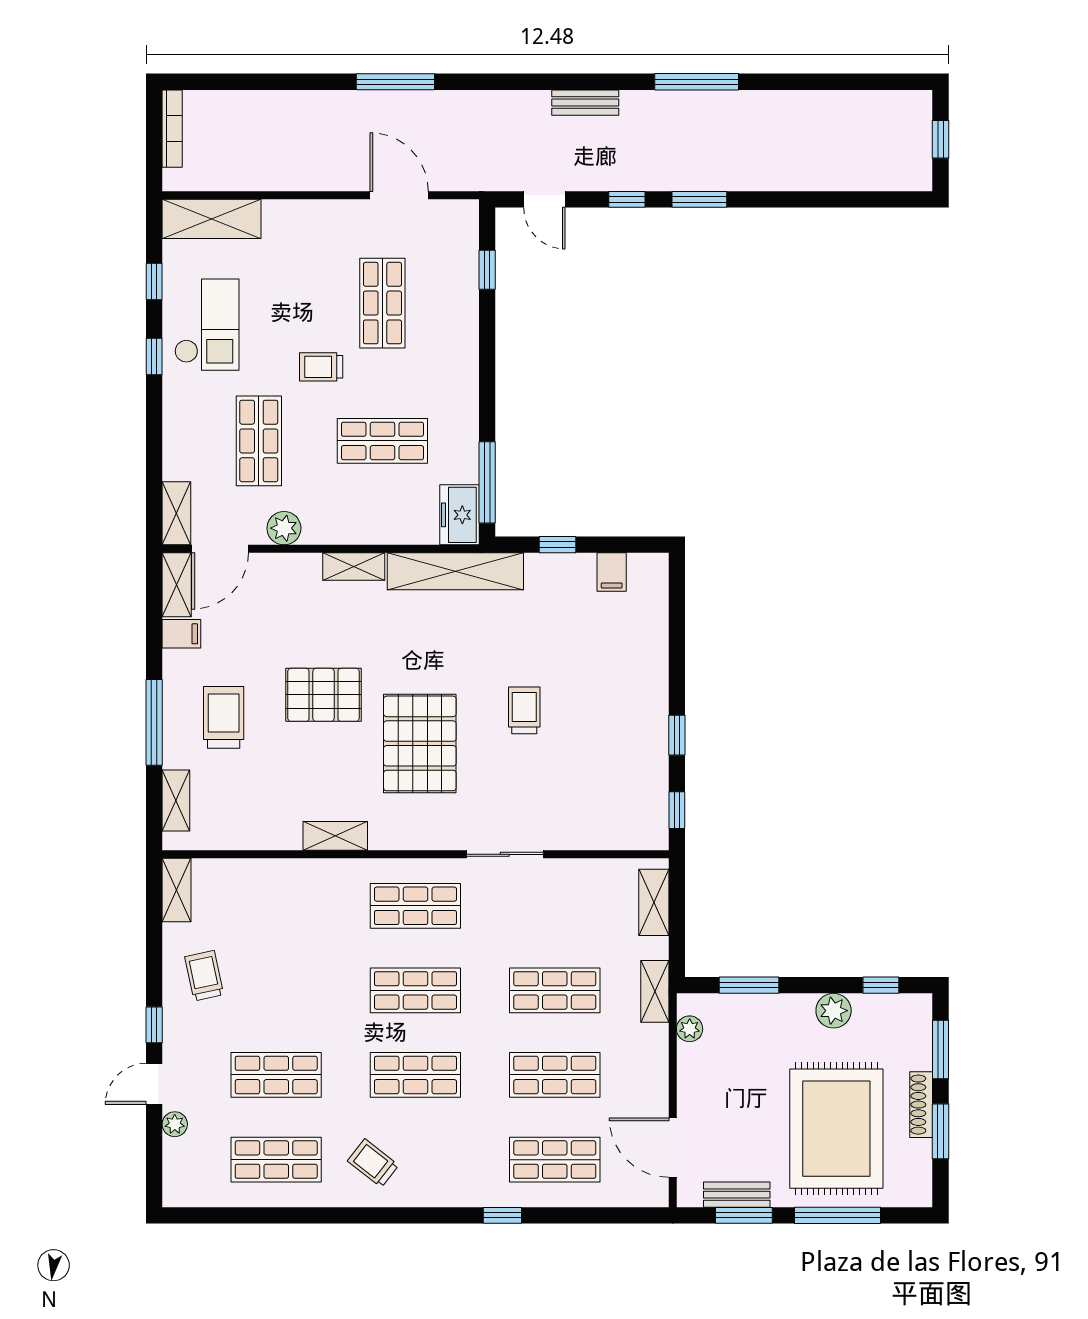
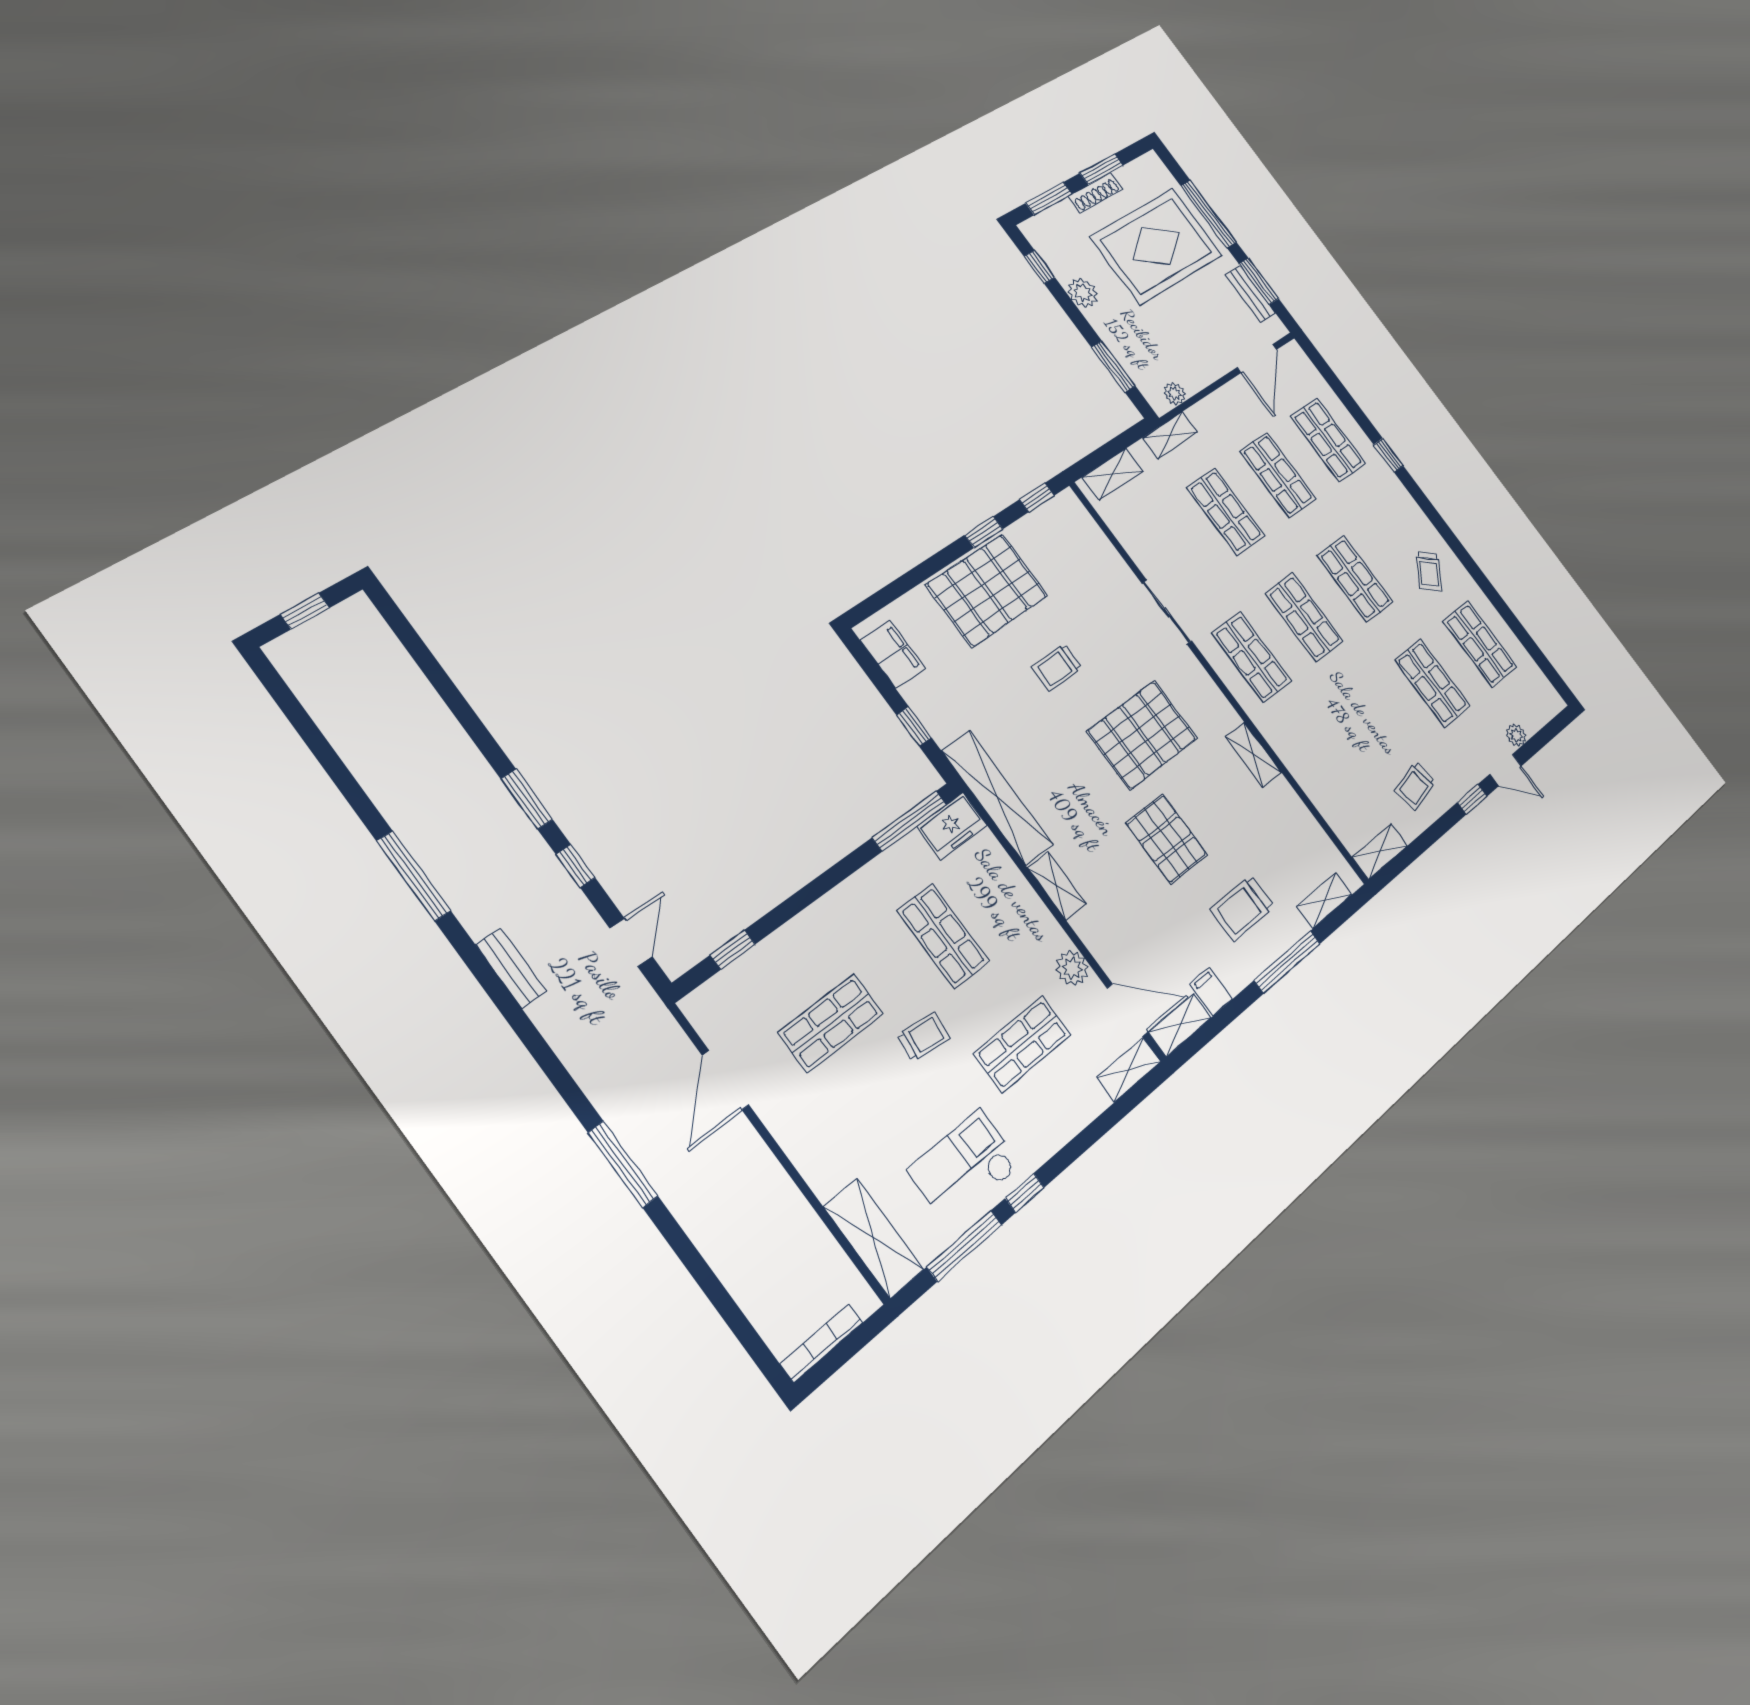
window: (154, 281) -> (964, 1246), width x2.17
trolley: (321, 367) -> (924, 1037), turned -83
filing cabinet: (612, 572) -> (893, 654), width x2.00
pallet: (626, 698) -> (987, 590), added

